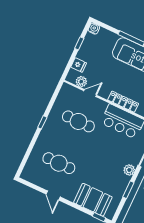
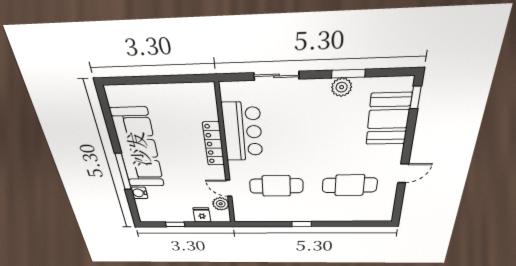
water cooler: (94, 29) -> (139, 193), moved
cafe table: (78, 121) -> (276, 186), turned 90
cafe table: (59, 163) -> (350, 185), turned 90
plant: (129, 170) -> (342, 87), moved

